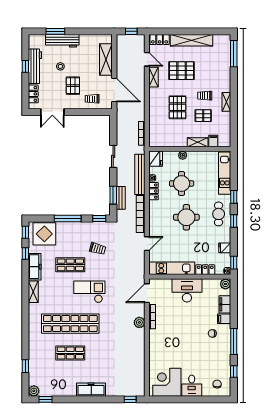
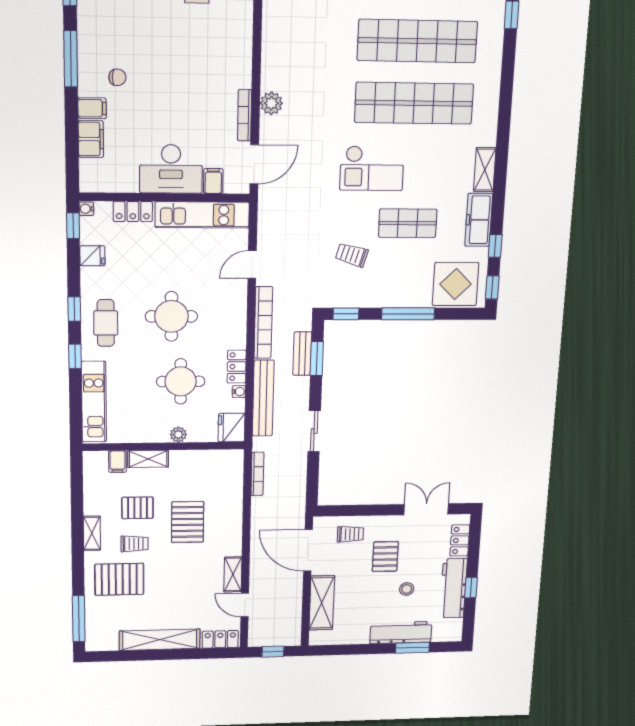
pallet: (182, 71) -> (119, 579), moved
plant: (225, 284) -> (90, 182), removed
filing cabinet: (167, 285) -> (213, 181), added
shop shelf: (70, 353) -> (417, 41), width x2.00, depth x1.36

